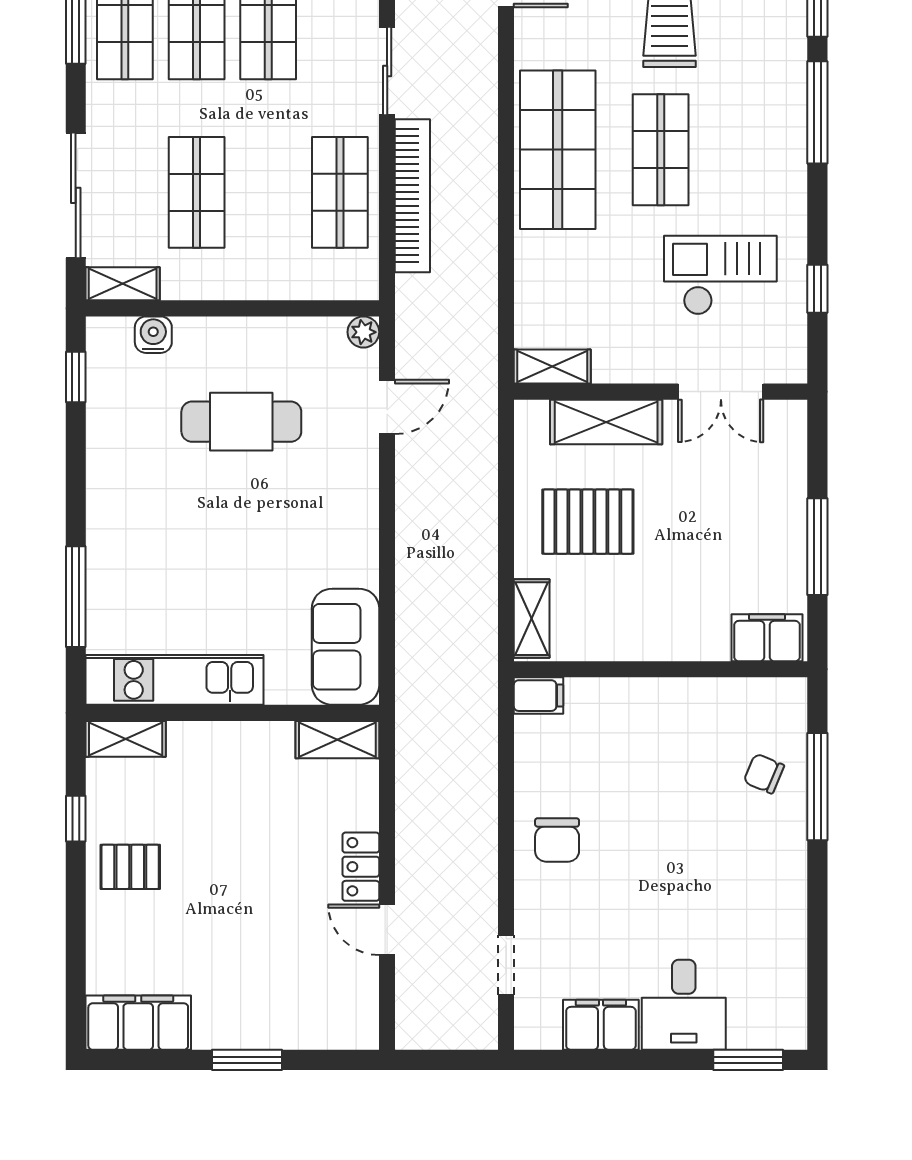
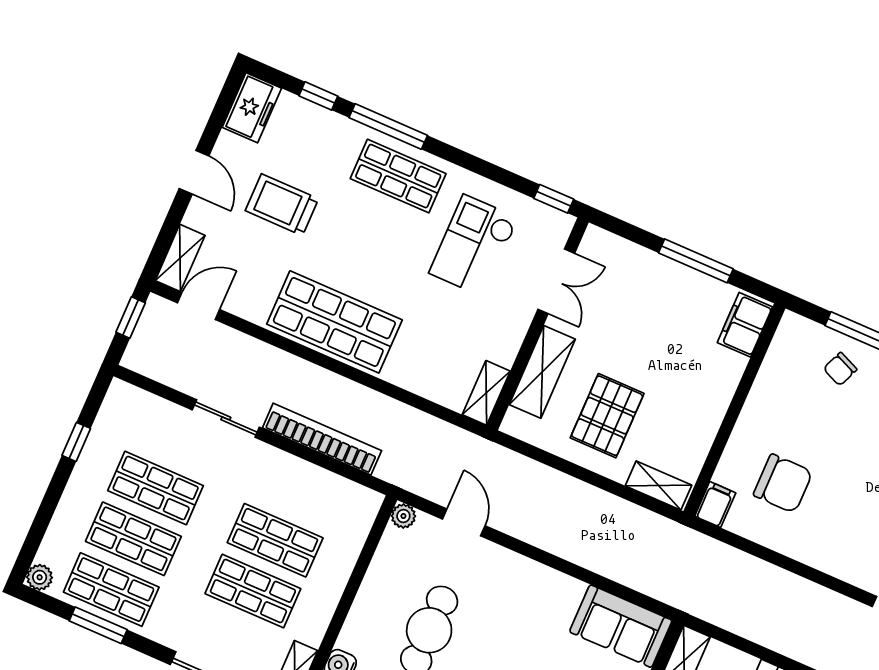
shop shelf: (661, 150) -> (398, 176), moved
shop shelf: (340, 192) -> (275, 540), moved
window: (817, 289) -> (554, 199), moved
chair: (557, 840) -> (783, 483), moved, width x1.37, depth x1.37

